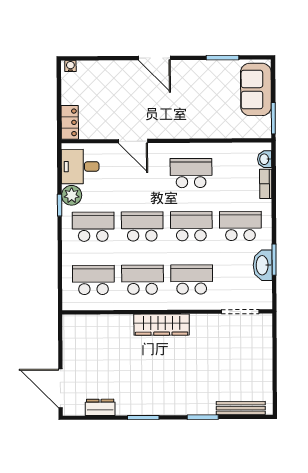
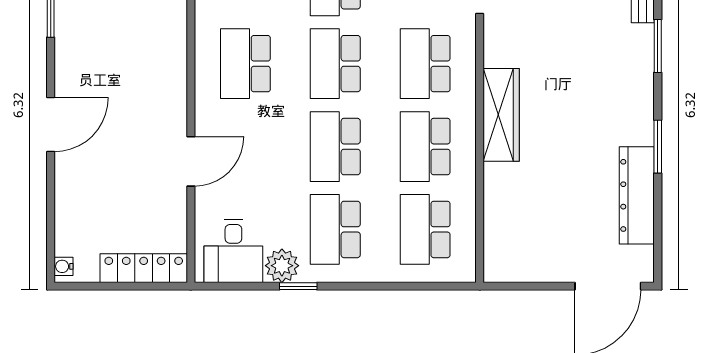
locker: (70, 122) -> (144, 268), width x1.53
dresser: (100, 407) -> (637, 195), width x1.96, depth x1.24

